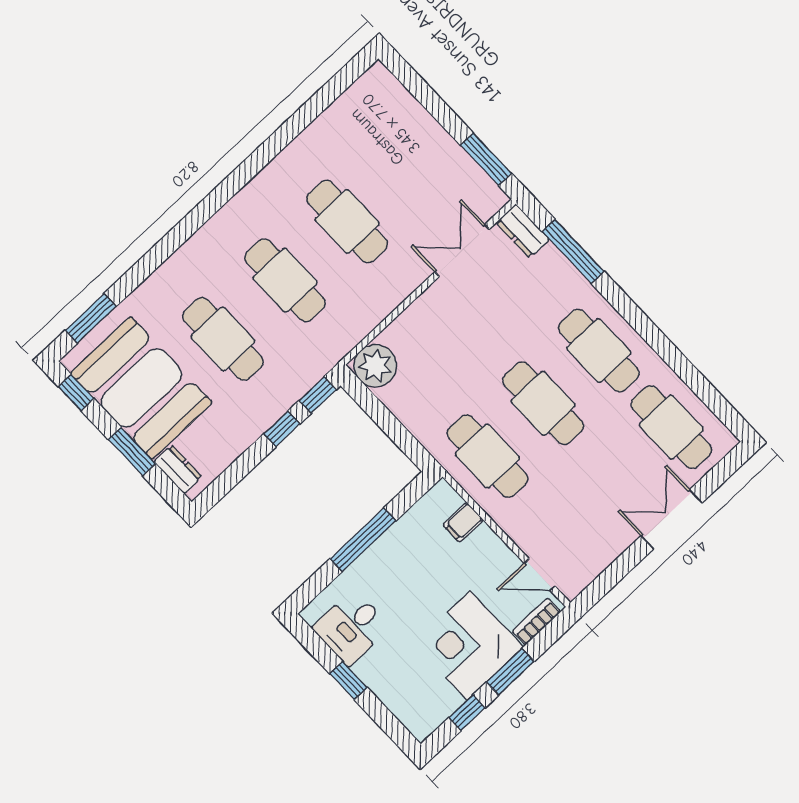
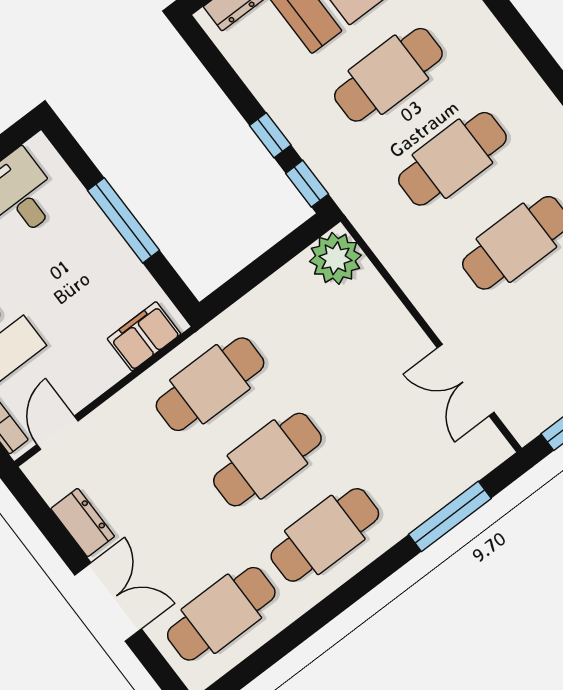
dresser: (523, 231) -> (83, 523), moved, turned 90
double door: (462, 250) -> (466, 380), swing flipped
filing cabinet: (463, 522) -> (144, 336), width x2.00

